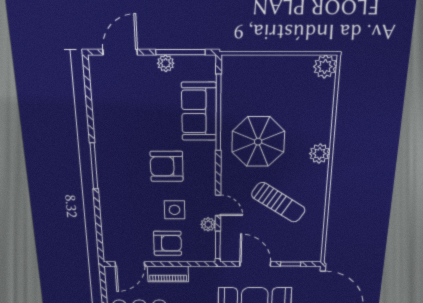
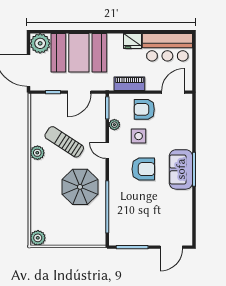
plant: (166, 63) -> (142, 240), removed
sofa: (199, 112) -> (181, 169), moved, turned 180
plant: (320, 154) -> (37, 153), moved
door: (218, 205) -> (107, 150), moved
door: (255, 264) -> (79, 92), hinge flipped
piano: (168, 274) -> (129, 84), moved

